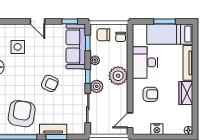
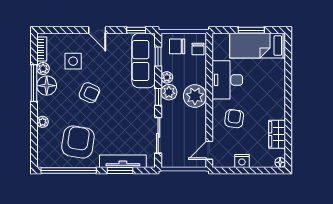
tv unit: (188, 63) -> (280, 80), removed
armchair: (50, 83) -> (89, 93), moved
plant: (97, 86) -> (169, 92), moved
wardrobe: (186, 93) -> (277, 134), moved
armchair: (150, 94) -> (234, 119), turned -83
tv unit: (53, 129) -> (123, 161), width x1.41

